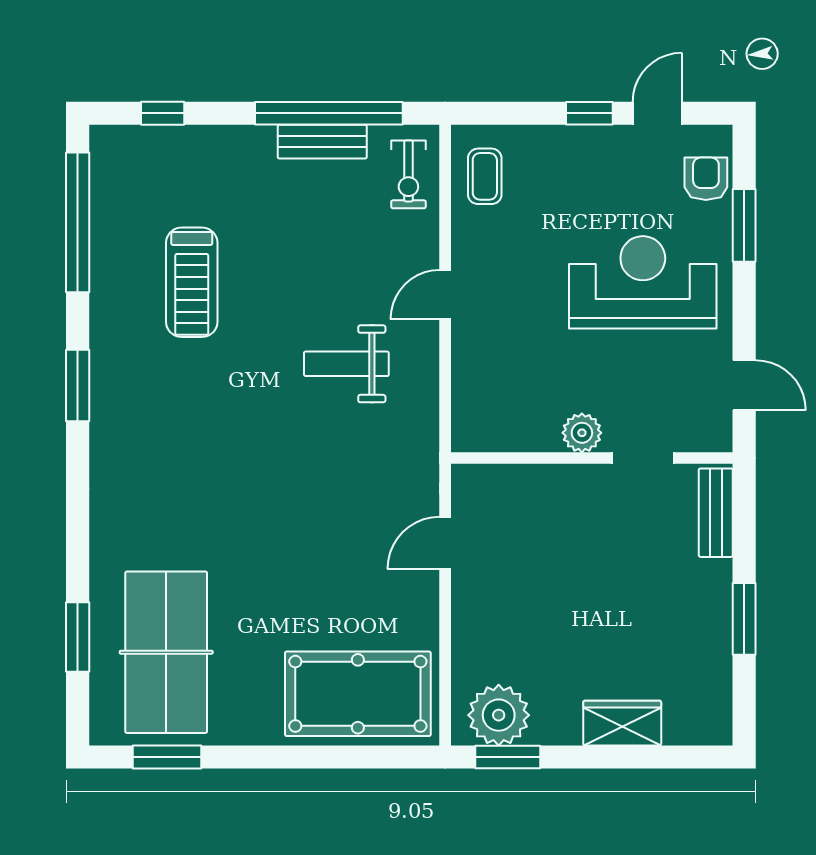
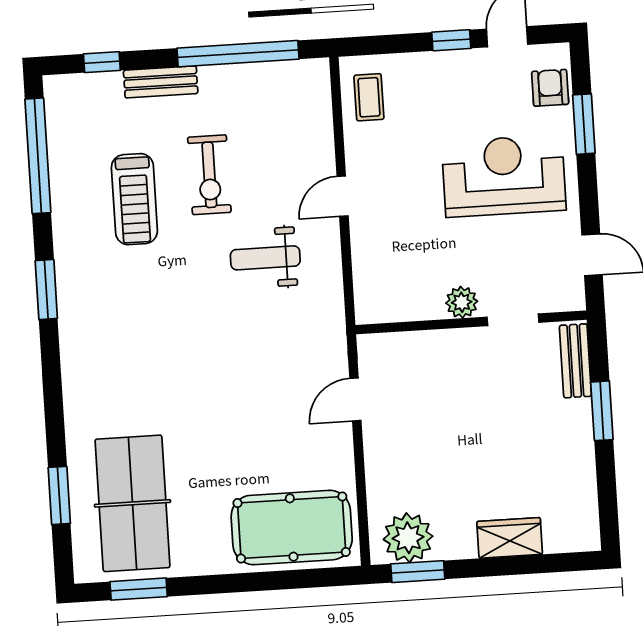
bench: (322, 142) -> (161, 82), moved
exercise bike: (408, 174) -> (209, 175), moved, width x1.38, depth x1.39
window: (744, 619) -> (602, 411), moved

